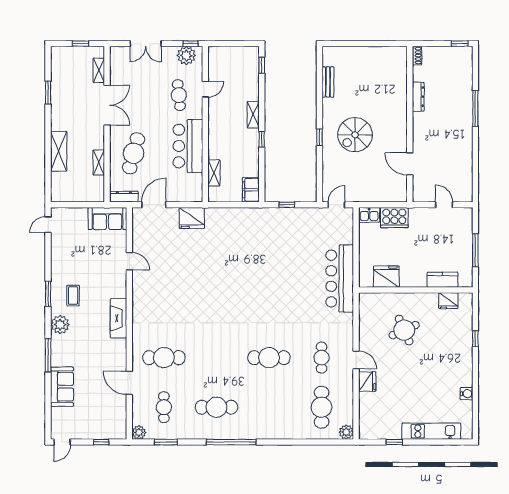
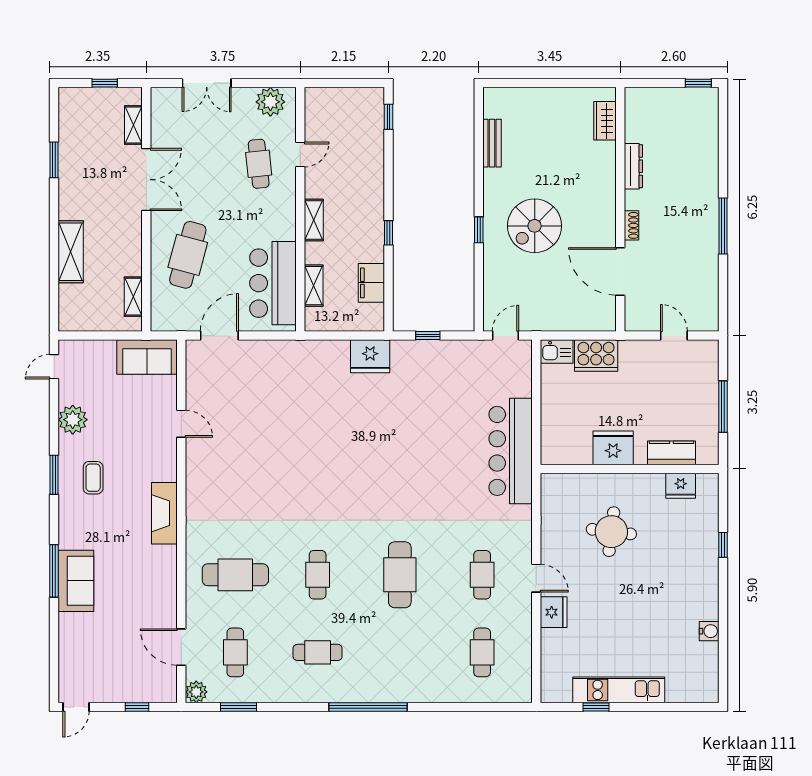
window: (191, 44) -> (277, 83), removed
shoe rack: (417, 56) -> (632, 225), moved
wardrobe: (400, 68) -> (605, 121), added
window: (475, 108) -> (723, 226), moved
shelving: (253, 115) -> (314, 220), moved
bar counter: (188, 146) -> (273, 283), moved
shelving: (99, 162) -> (133, 297), moved
door: (410, 164) -> (620, 271), width x1.36
filing cabinet: (251, 190) -> (371, 283), moved
dresser: (124, 197) -> (173, 323), removed
fridge: (192, 218) -> (370, 356), moved
fridge: (386, 277) -> (613, 448), moved
plant: (60, 325) -> (73, 420), moved
round table: (404, 330) -> (611, 532), turned 31
cafe table: (216, 358) -> (318, 575), added
cafe table: (269, 358) -> (400, 575), turned 90
door: (129, 383) -> (181, 647), moved
sofa: (62, 387) -> (76, 581), moved
cafe table: (216, 407) -> (318, 652), width x0.73, depth x0.74
cafe table: (322, 407) -> (482, 652), width x0.73, depth x0.74
kitchen unit: (431, 431) -> (619, 690), moved
plant: (346, 432) -> (521, 691), removed
window: (231, 442) -> (368, 707), moved

